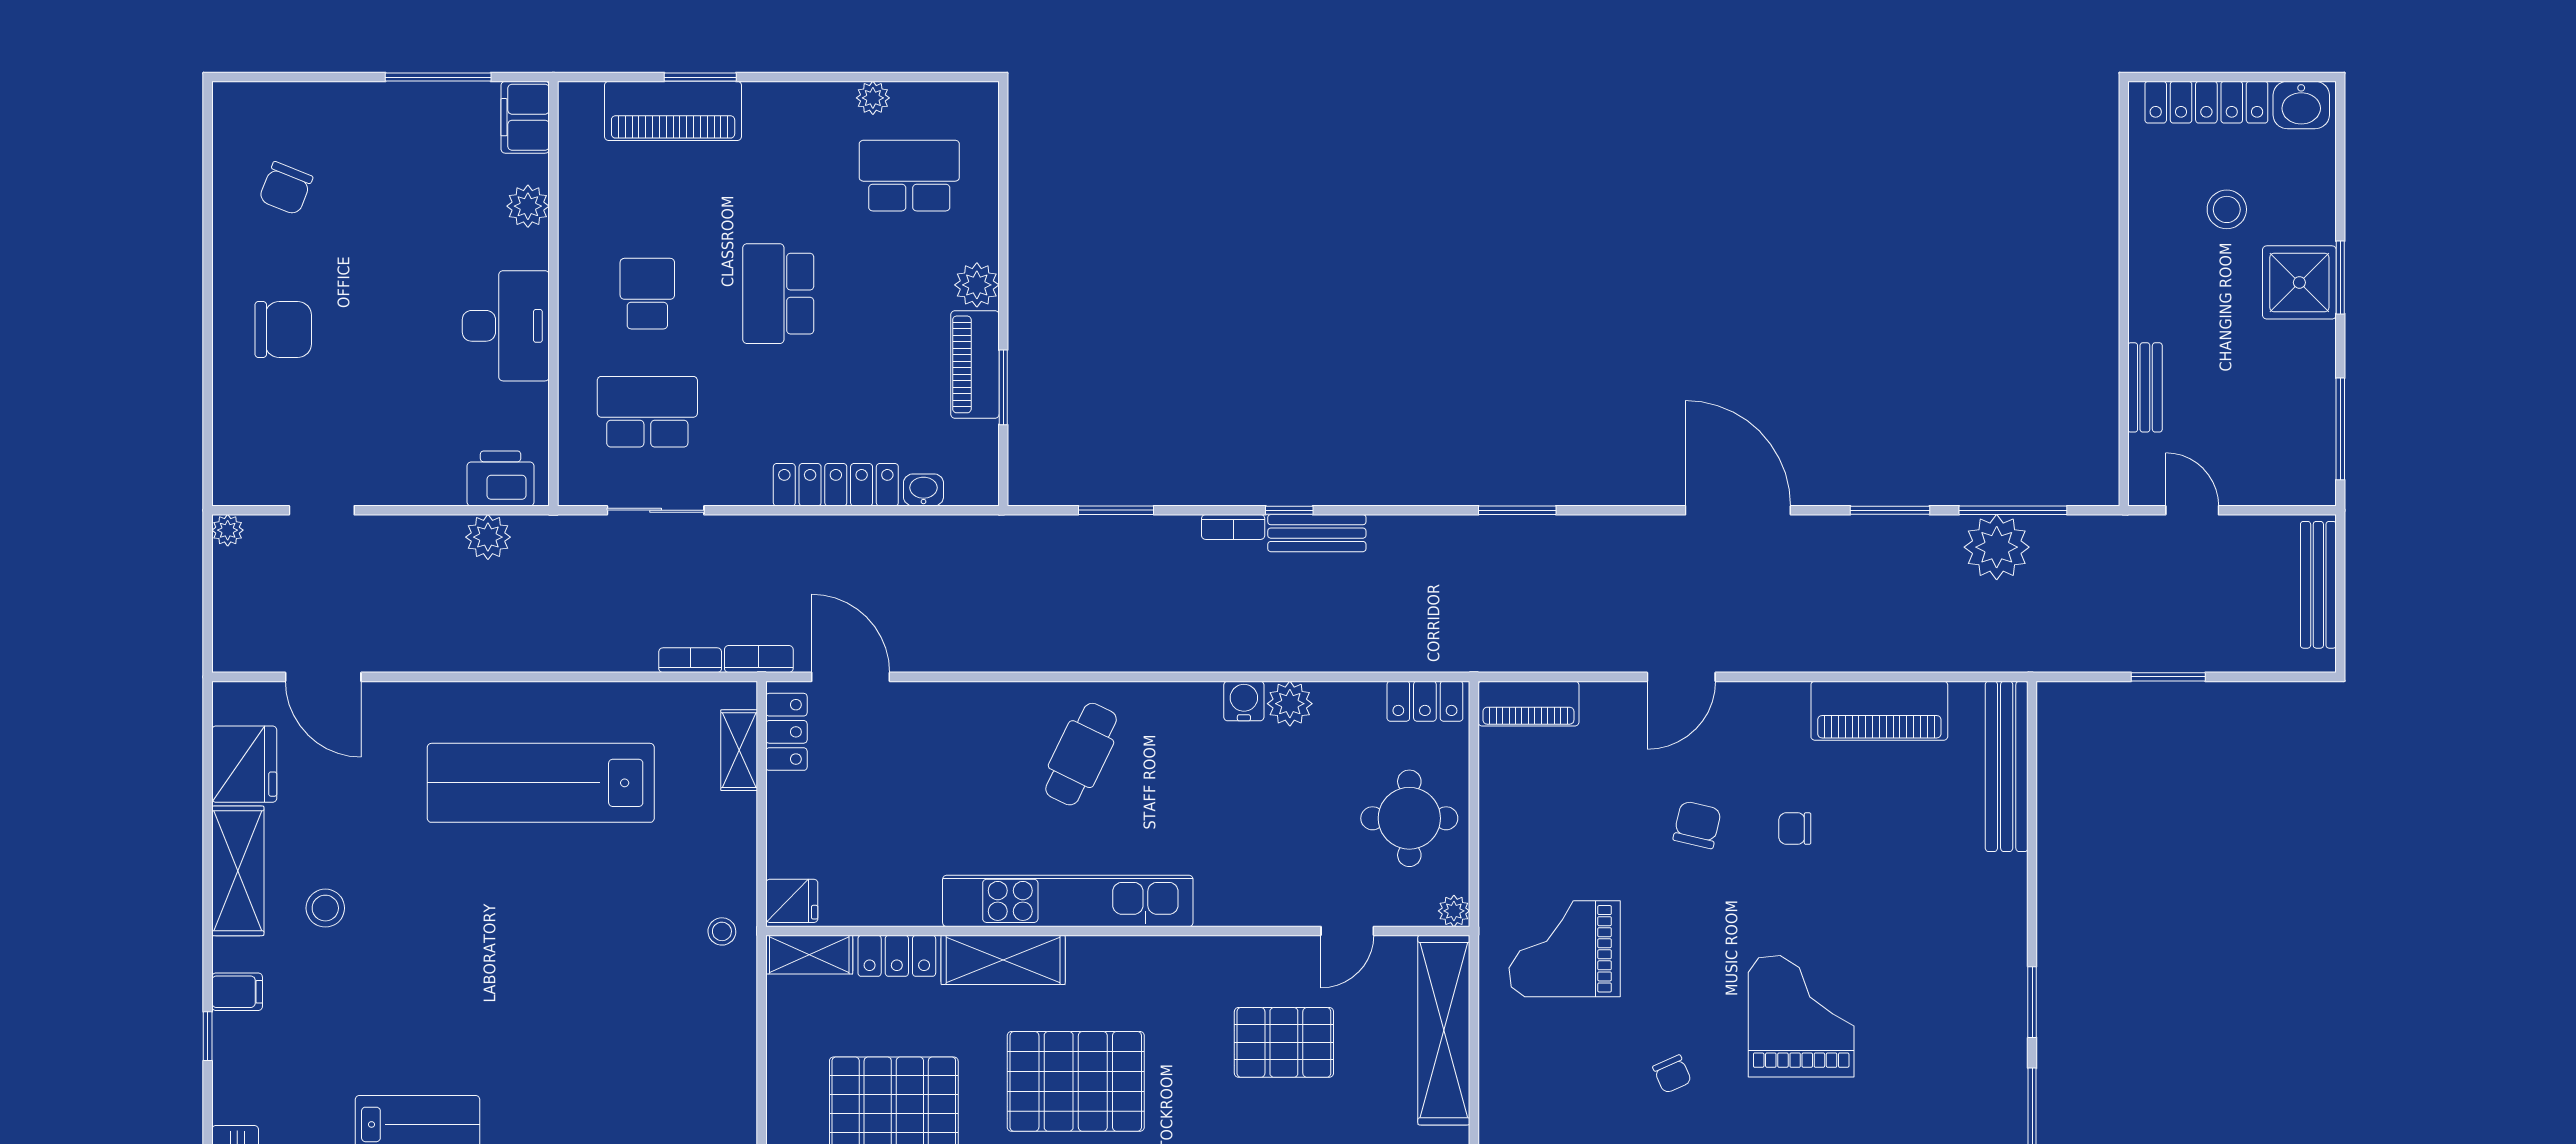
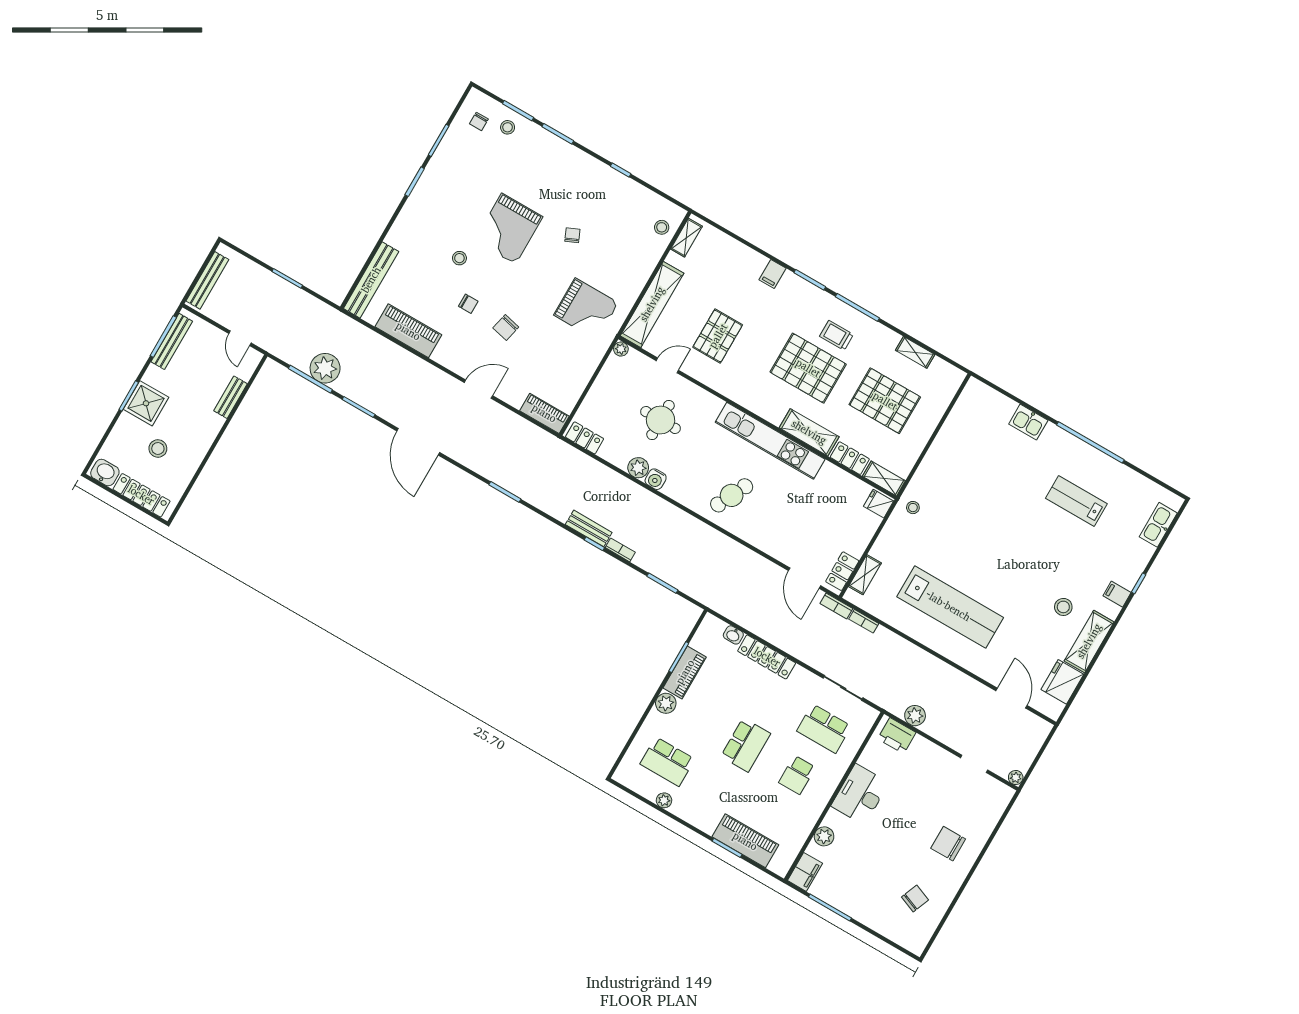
bench: (2319, 429) -> (172, 341), added
round table: (1409, 818) -> (661, 420), moved
stool: (1862, 906) -> (459, 258), added
pallet: (1284, 1042) -> (718, 336), turned 90

